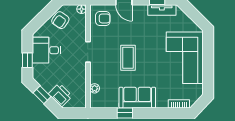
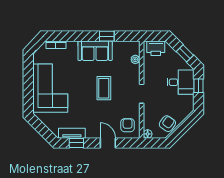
armchair: (103, 18) -> (128, 125), turned 90
desk: (46, 50) -> (181, 82), moved
printer: (60, 95) -> (156, 48), moved, turned -45

